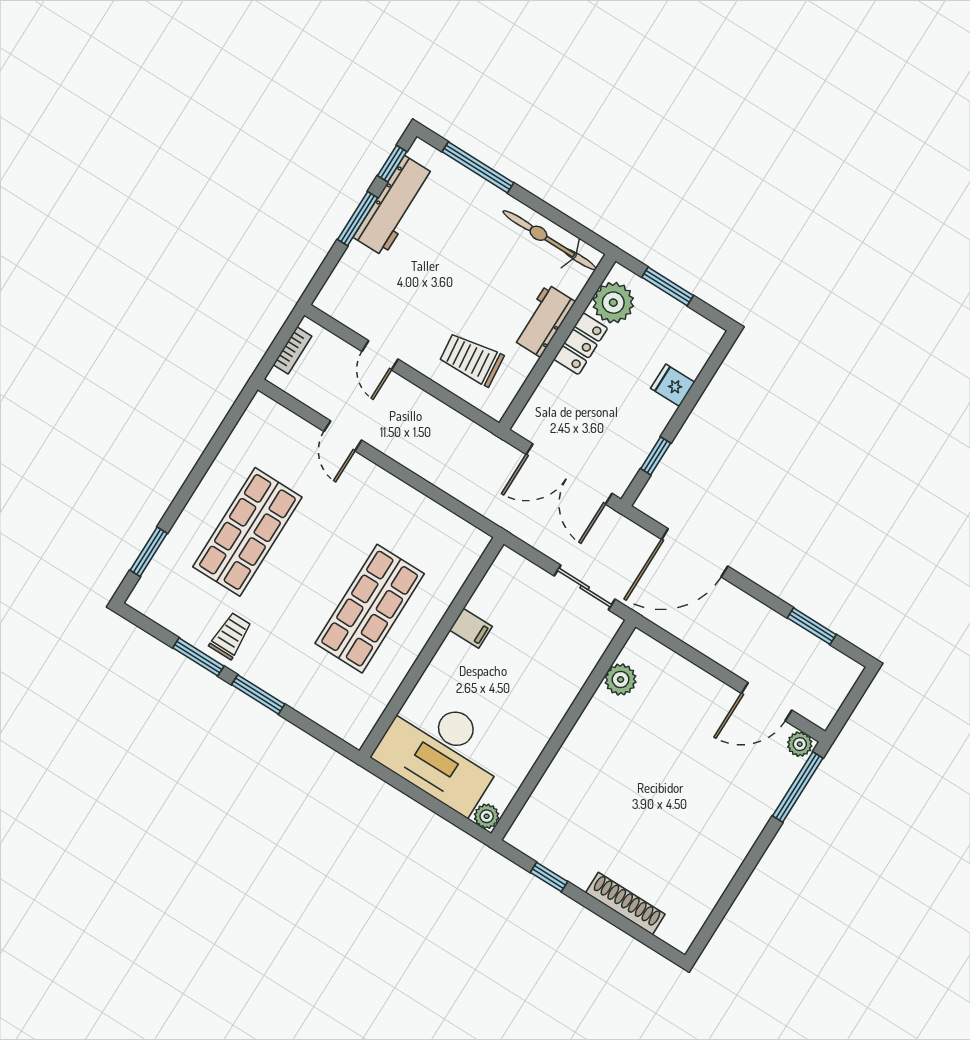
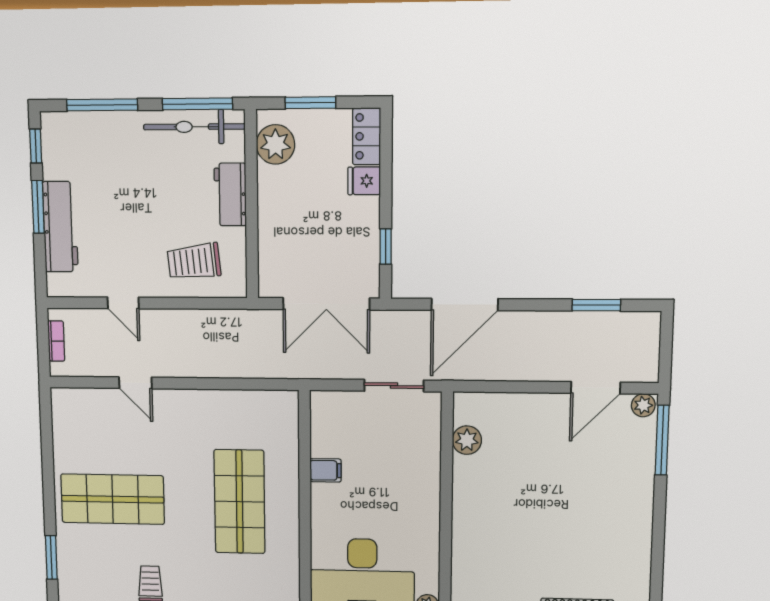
workbench: (394, 206) -> (60, 227), moved
window: (566, 222) -> (197, 104), added
locker: (581, 344) -> (367, 136), moved, turned 180
shop shelf: (247, 532) -> (113, 499), turned 90

